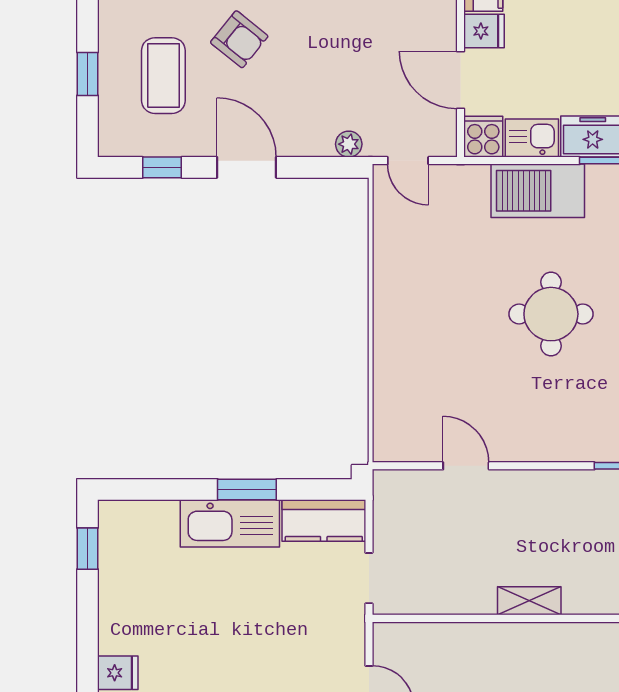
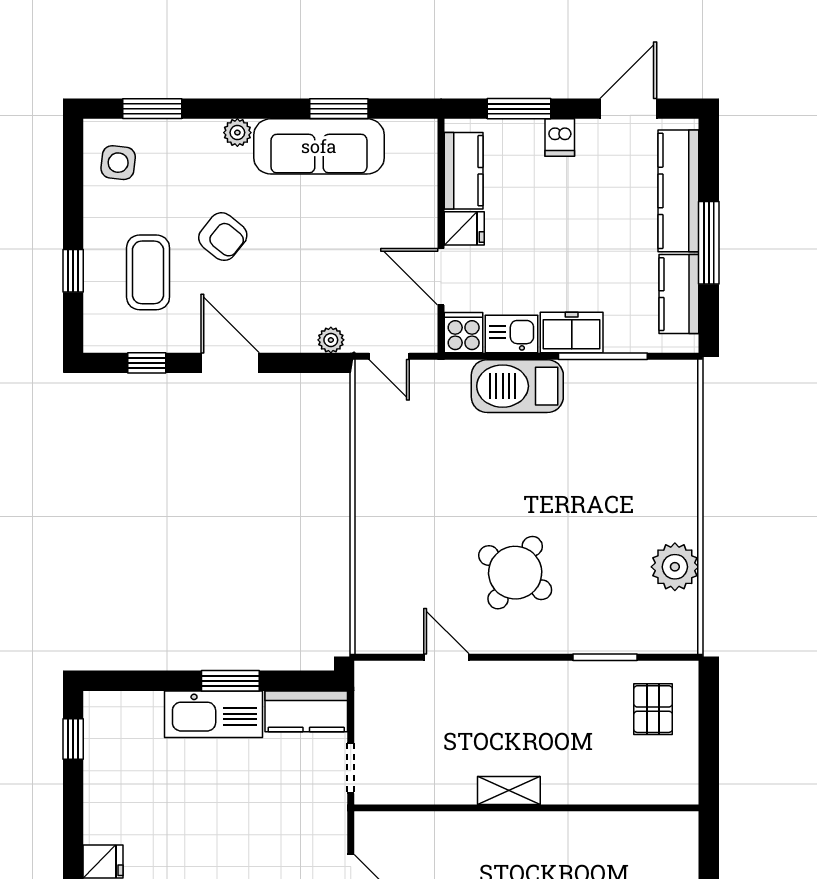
round table: (551, 314) -> (515, 573), moved, turned 33

